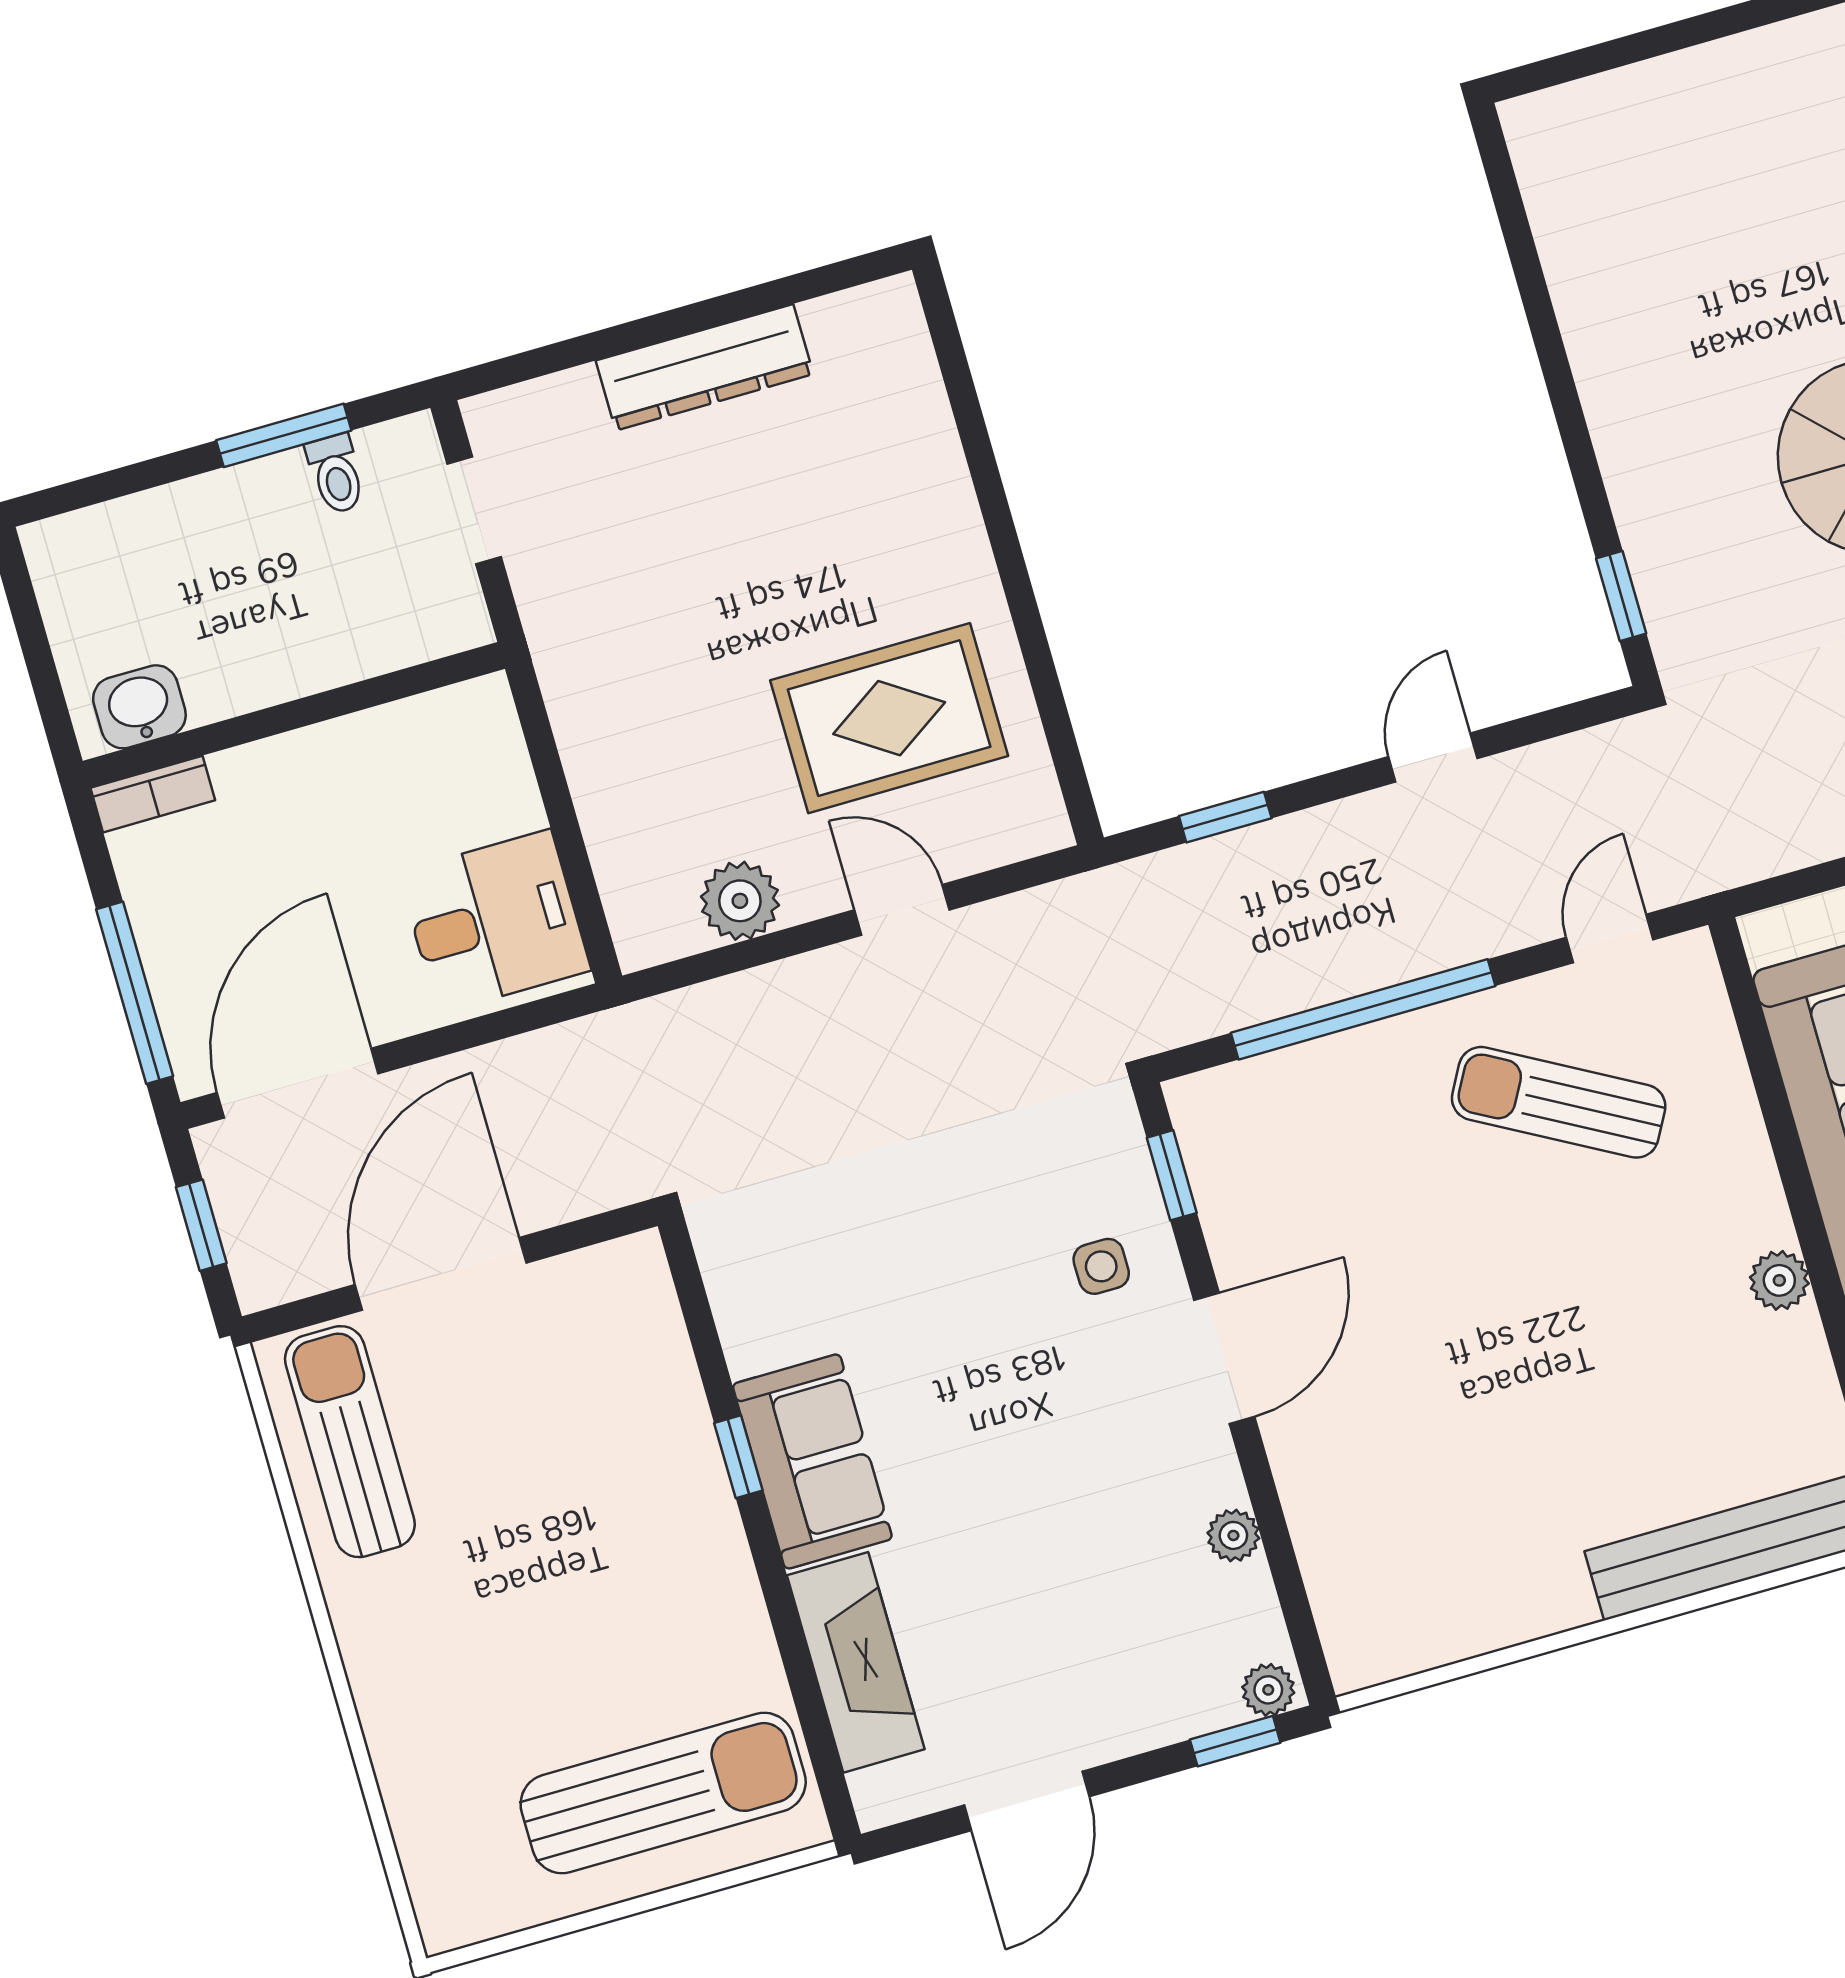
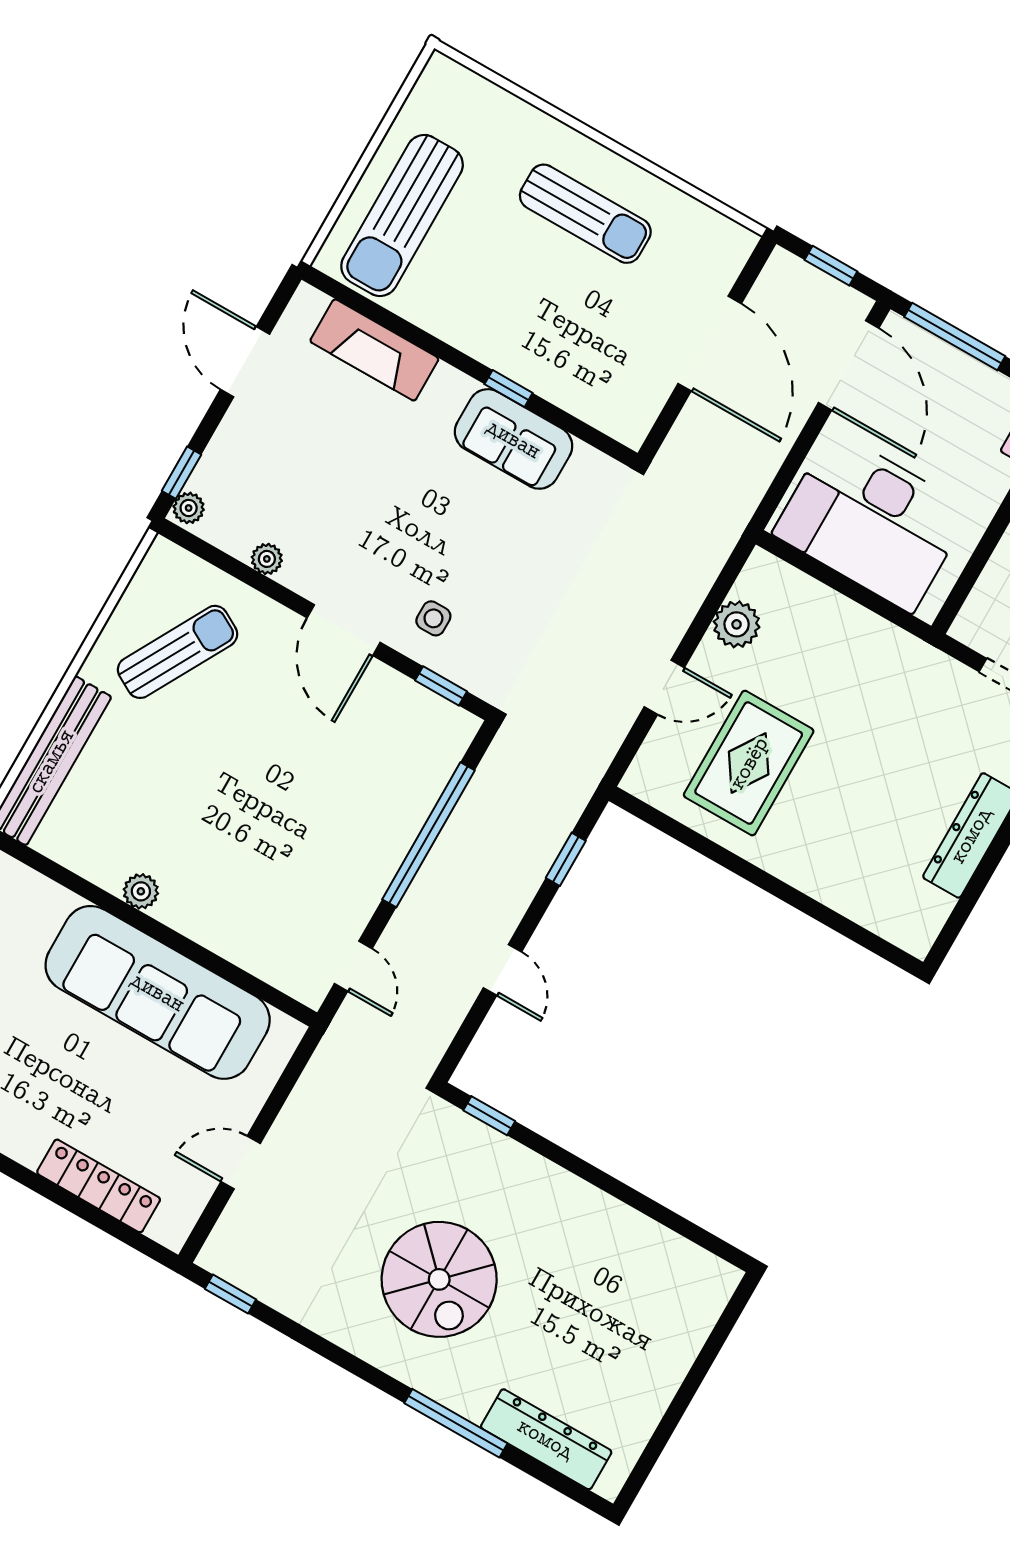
desk: (495, 921) -> (872, 521), width x1.87, depth x1.30
sun lounger: (1559, 1102) -> (178, 652), moved
sun lounger: (350, 1442) -> (585, 214), moved
sofa: (812, 1461) -> (514, 439), moved

